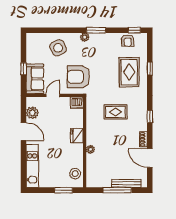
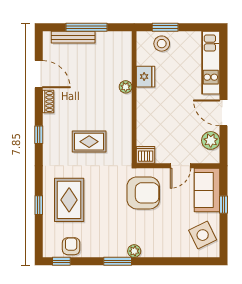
side table: (58, 48) -> (203, 235), moved
fridge: (77, 136) -> (146, 77), moved
stool: (75, 174) -> (162, 44), moved

